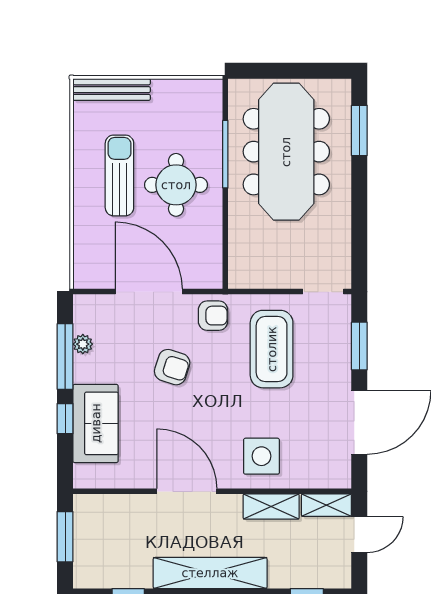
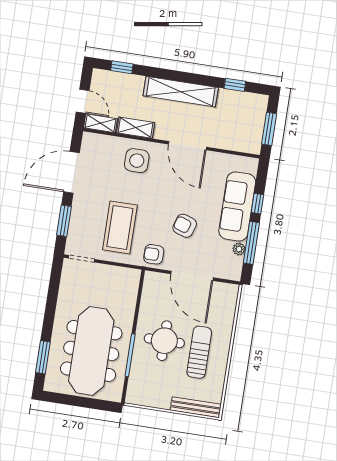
sun lounger: (119, 175) -> (199, 352), turned 180
sofa: (96, 423) -> (237, 206), width x1.36
door: (359, 535) -> (83, 101), swing flipped

